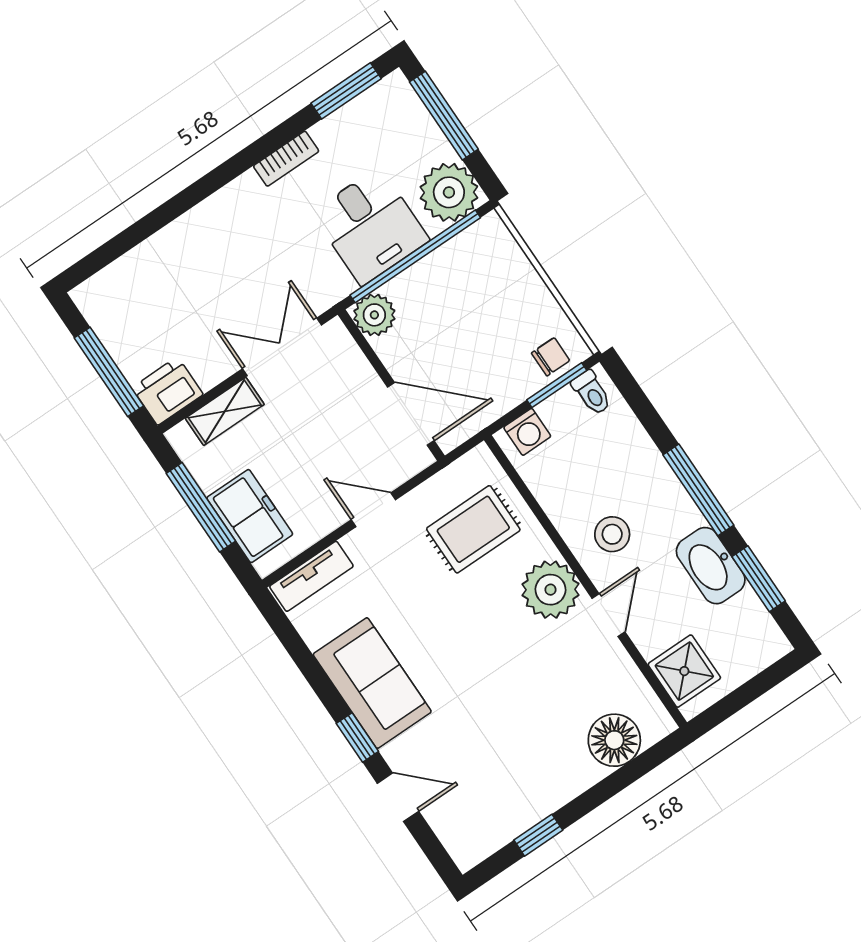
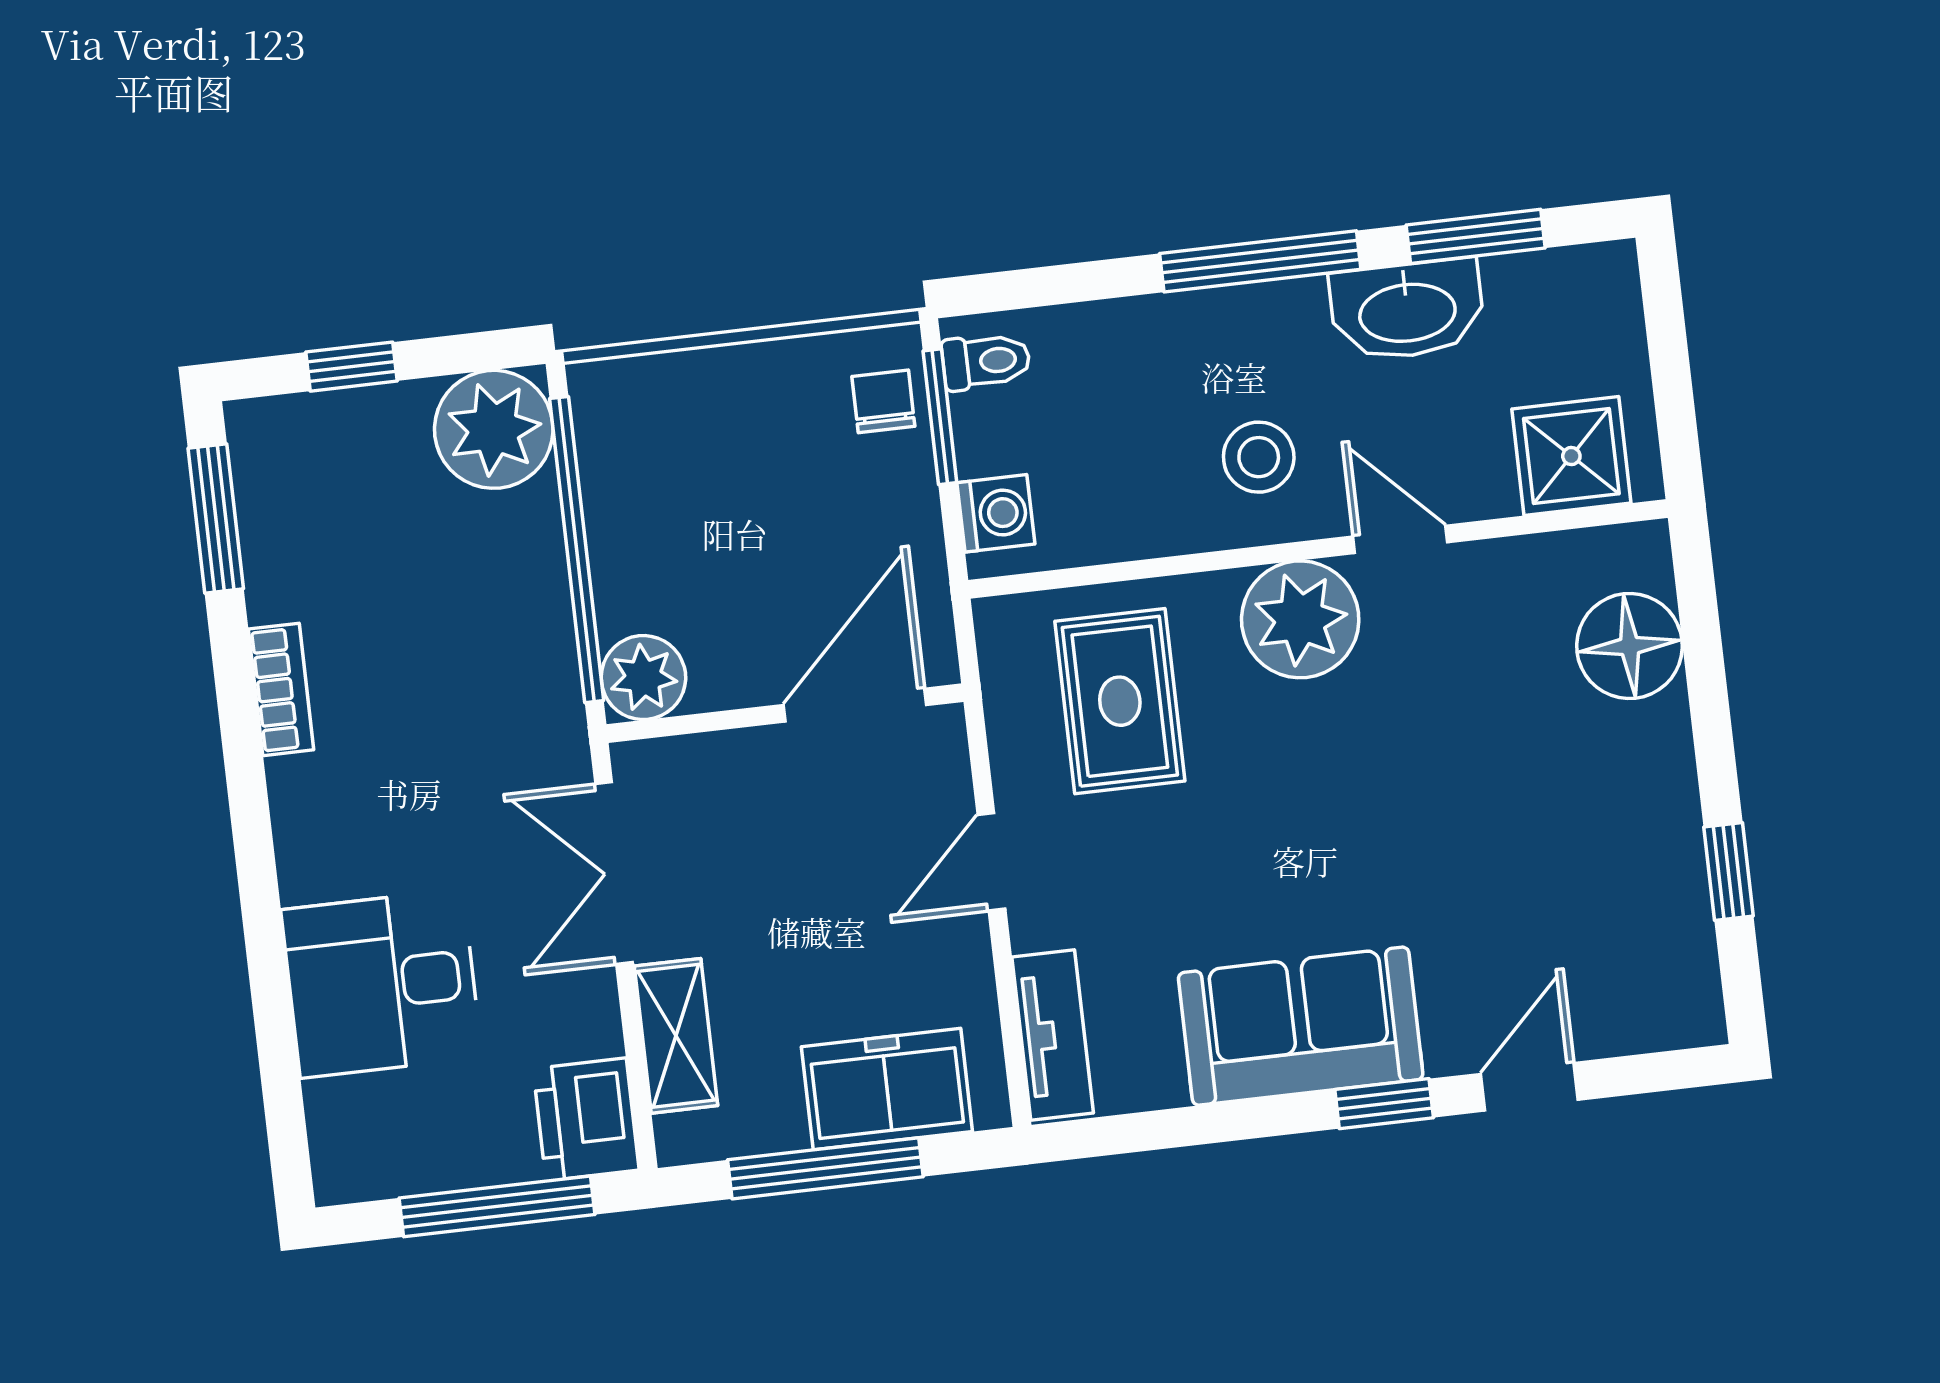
window: (444, 116) -> (351, 367), width x0.46
desk: (370, 226) -> (382, 984), moved, turned 180

